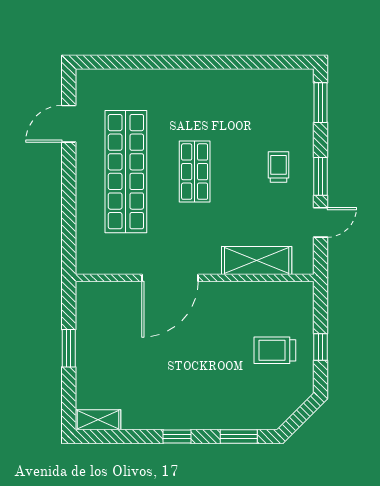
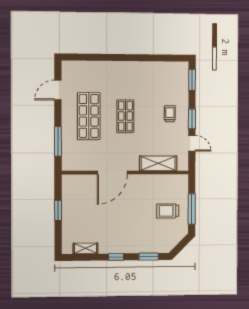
shop shelf: (126, 172) -> (89, 116), width x0.71
window: (69, 219) -> (58, 141), added
door: (321, 222) -> (192, 143), hinge flipped
window: (321, 347) -> (192, 209), width x2.17
shelving: (98, 420) -> (86, 248), moved

